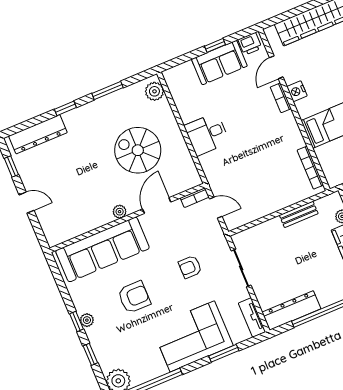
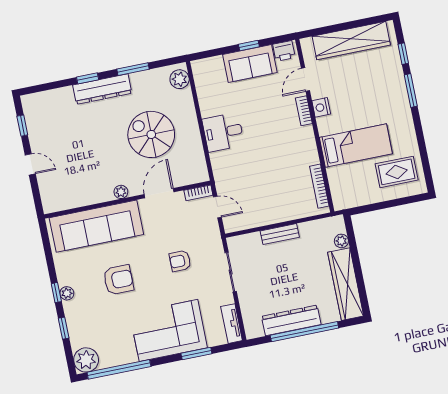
dresser: (38, 134) -> (102, 89), moved
bench: (299, 214) -> (280, 234), moved
dresser: (291, 310) -> (291, 320), moved

